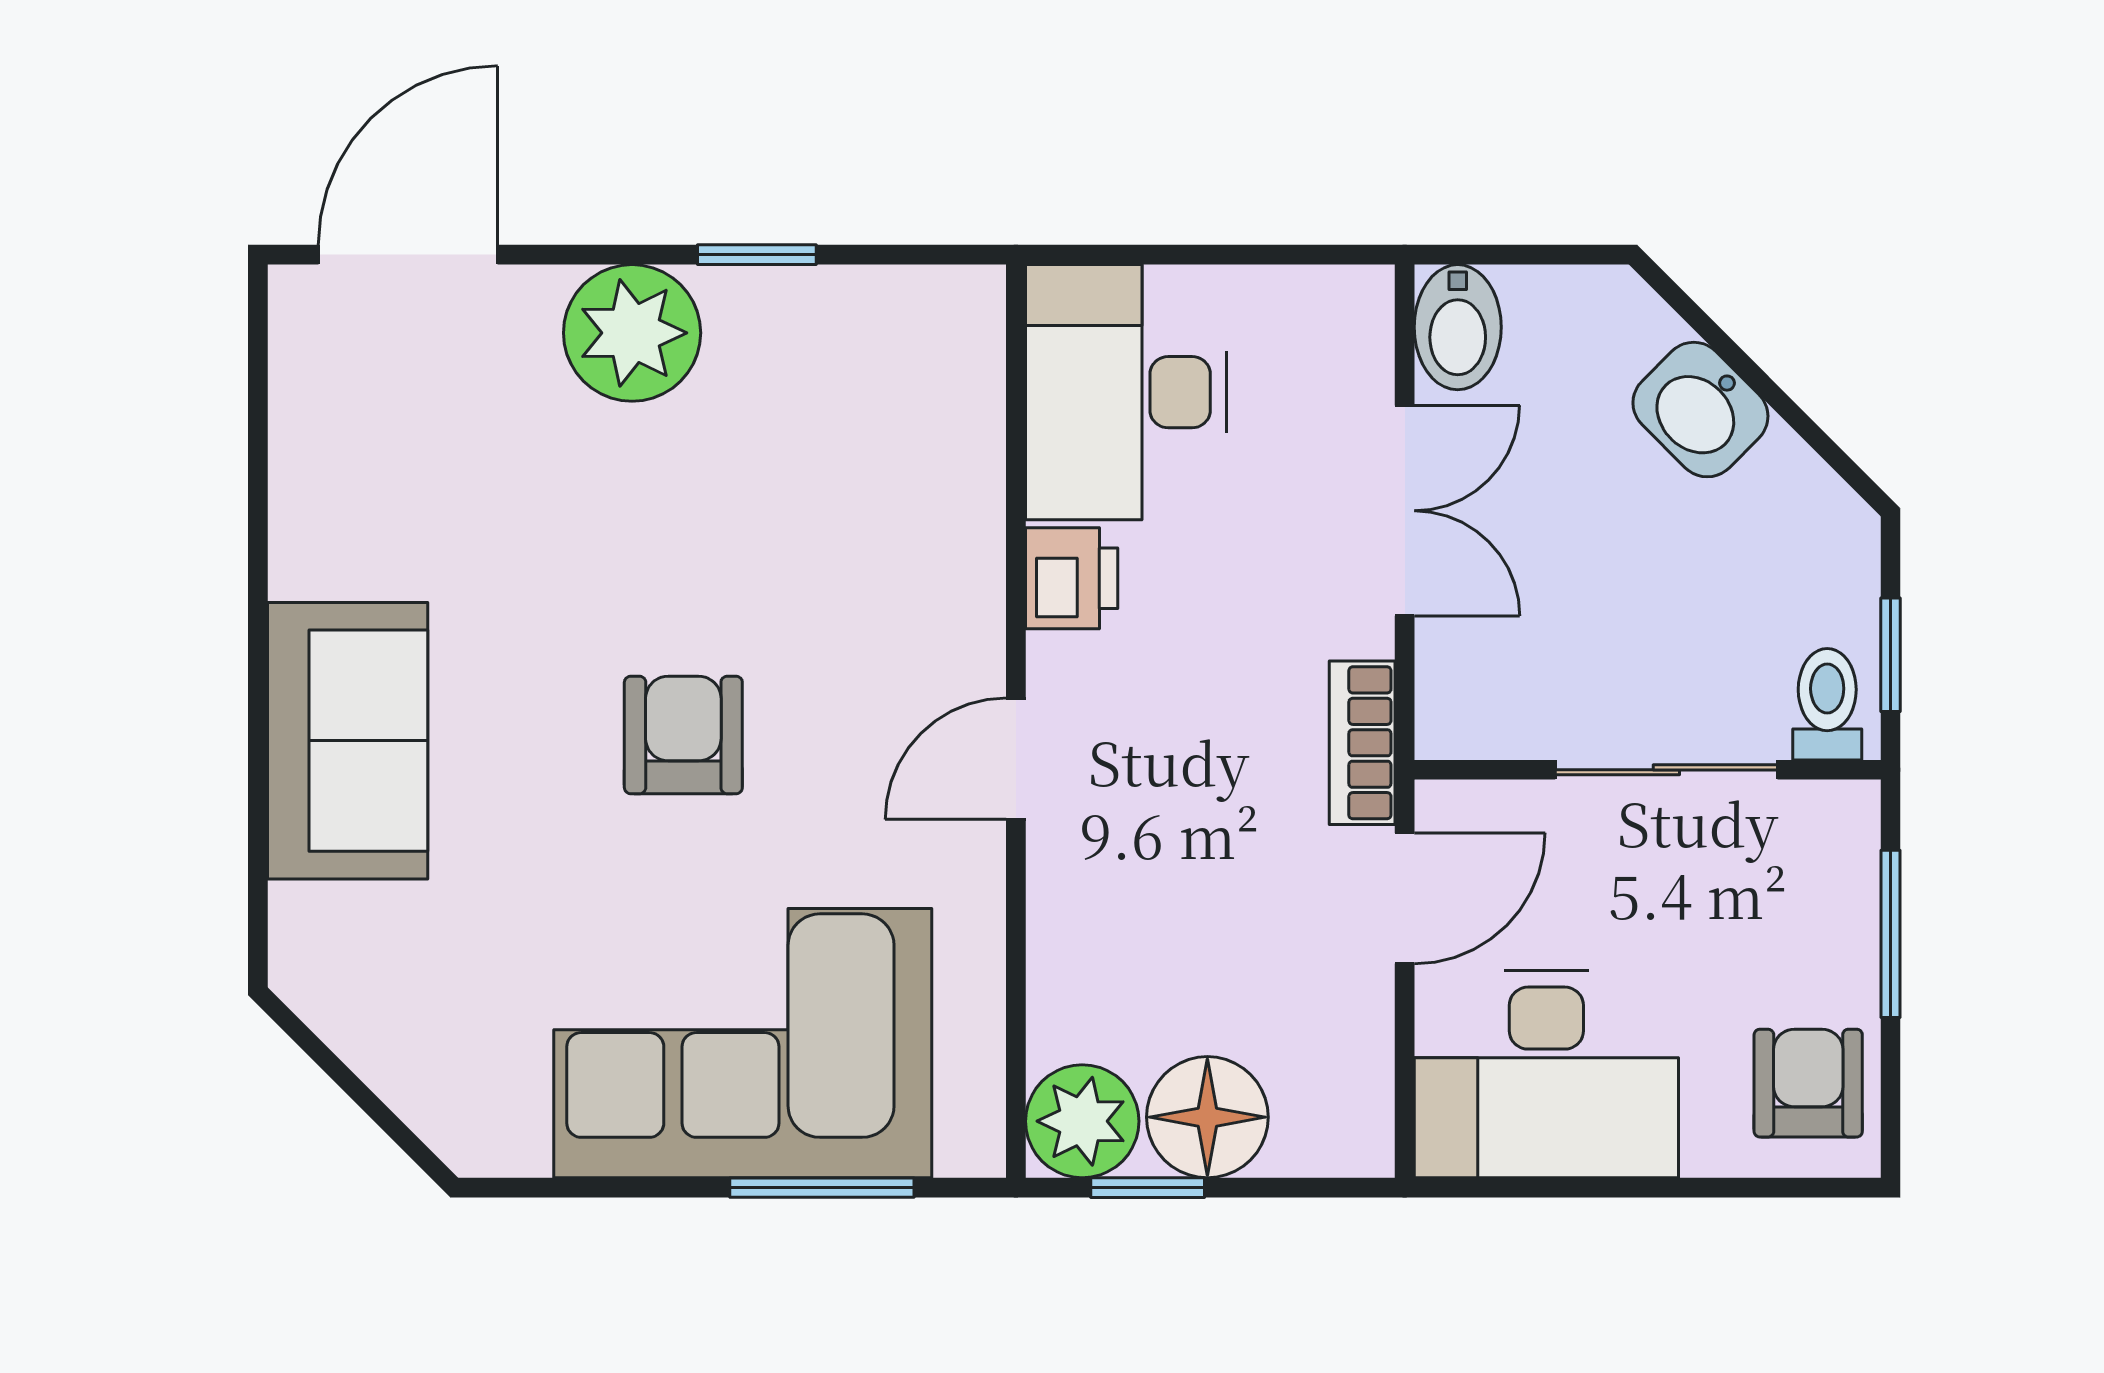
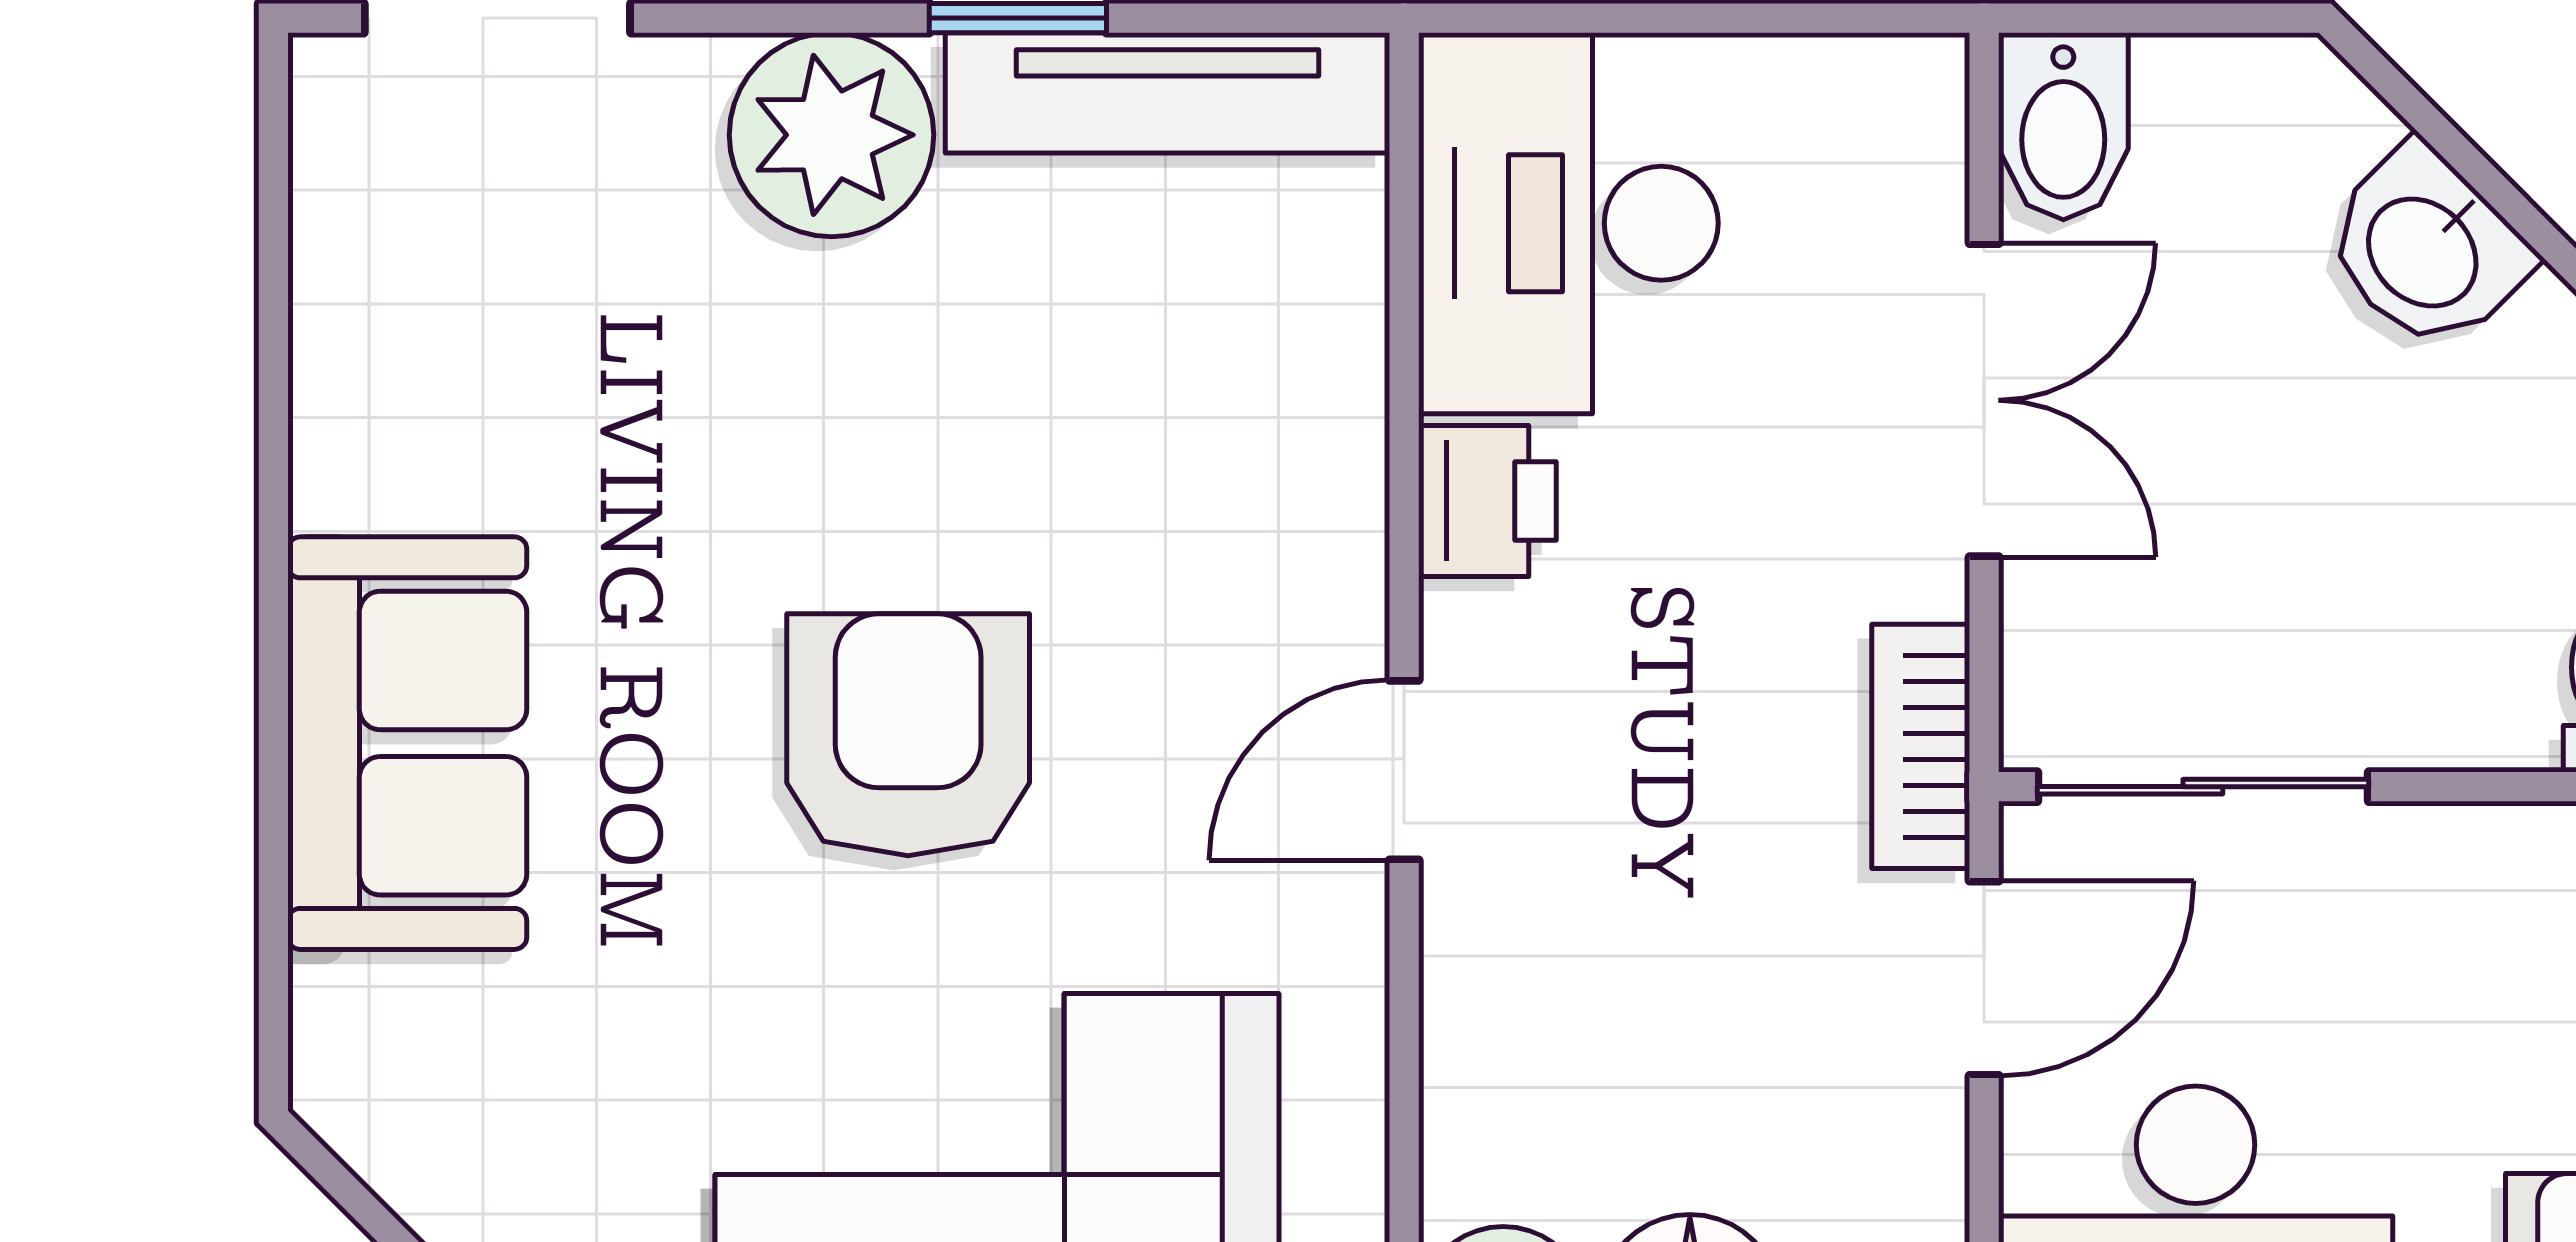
tv unit: (857, 305) -> (1168, 93), added
armchair: (683, 735) -> (908, 735), width x1.38, depth x1.38
sliding door: (1666, 770) -> (2203, 787), moved

